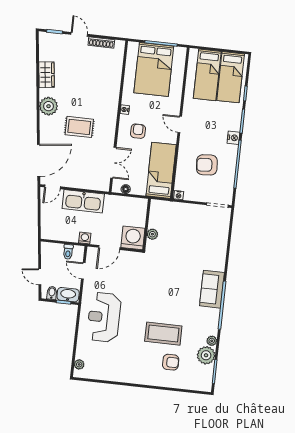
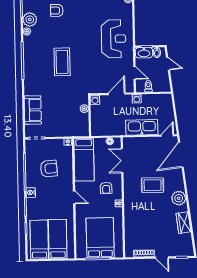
washing machine: (133, 238) -> (95, 100), width x0.53, depth x0.53
sofa: (212, 289) -> (33, 110), moved
coffee table: (163, 334) -> (62, 62), moved, turned 90

